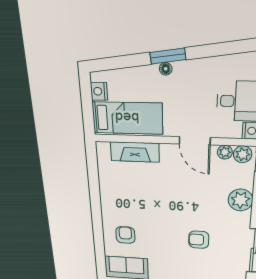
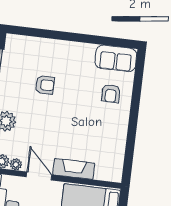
fireplace: (135, 152) -> (74, 169), moved

